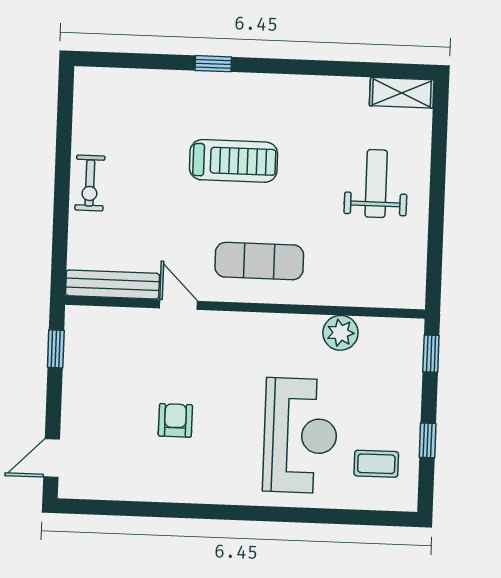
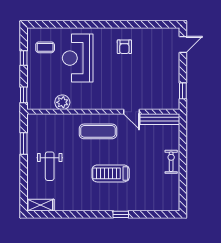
window: (435, 239) -> (24, 144), added
armchair: (175, 420) -> (124, 47), moved

